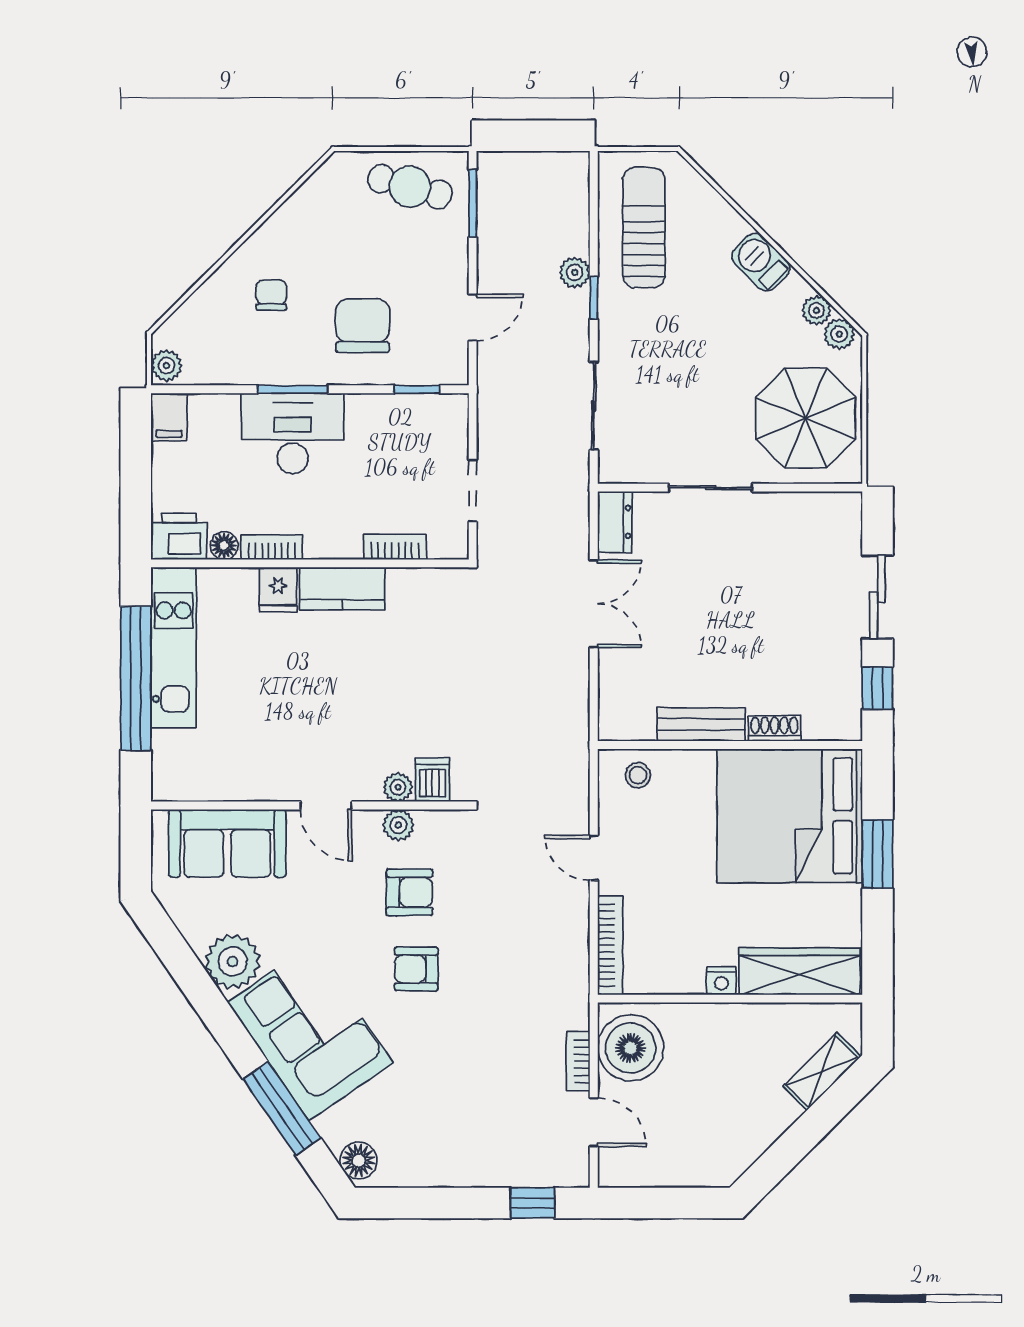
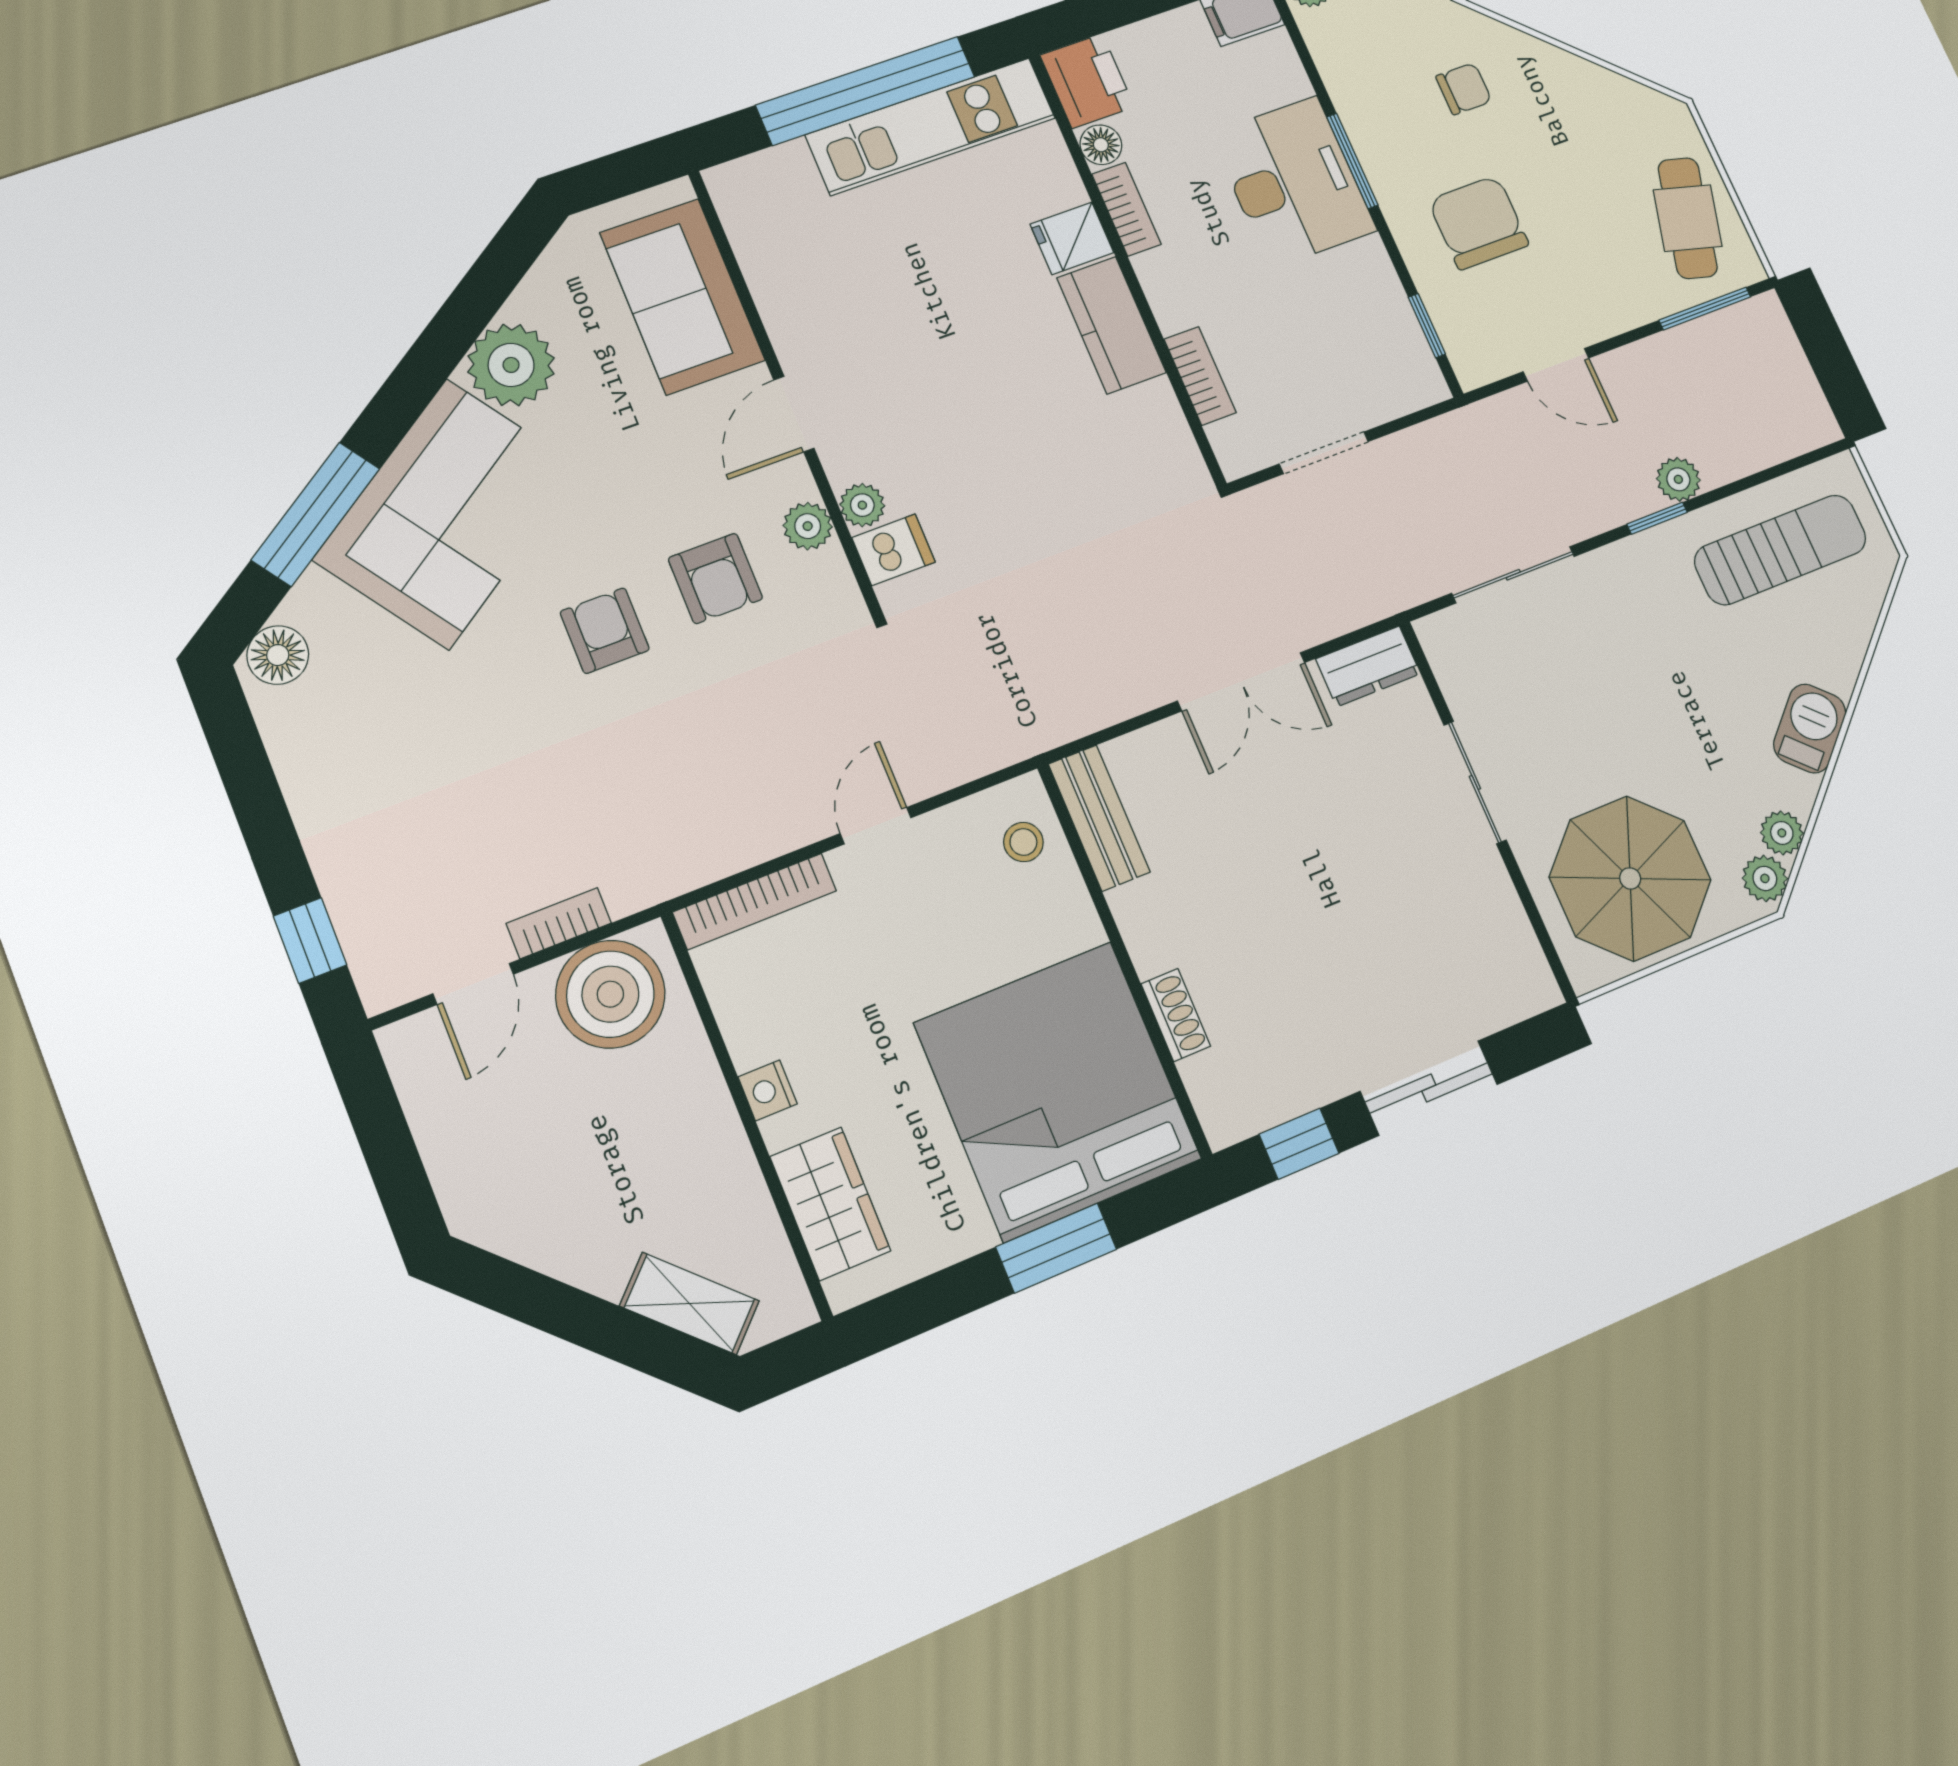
chair: (363, 326) -> (1478, 223), turned -90
bench: (701, 724) -> (1099, 818), moved
wardrobe: (800, 971) -> (830, 1204), width x0.67

